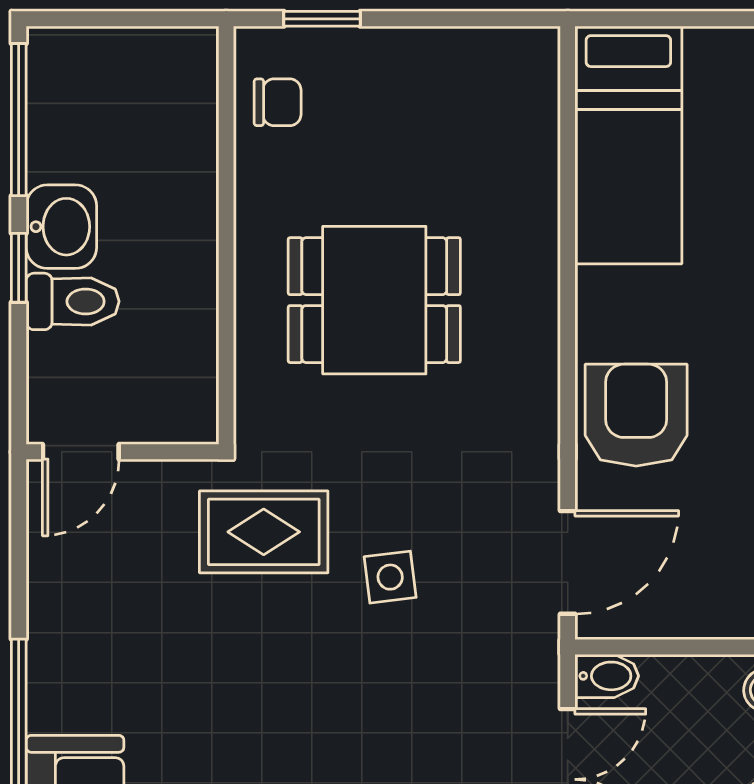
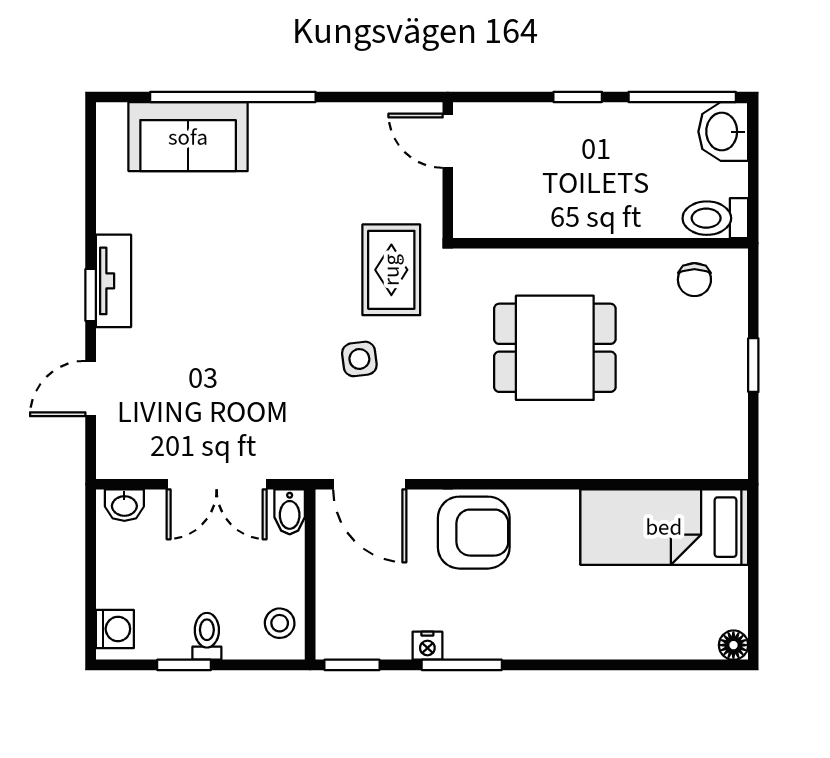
window: (322, 19) -> (753, 365), moved
washbasin: (61, 227) -> (723, 132), moved, turned 90
dining table: (374, 300) -> (555, 348), turned 90
toilet: (73, 301) -> (715, 218), moved, turned 90

